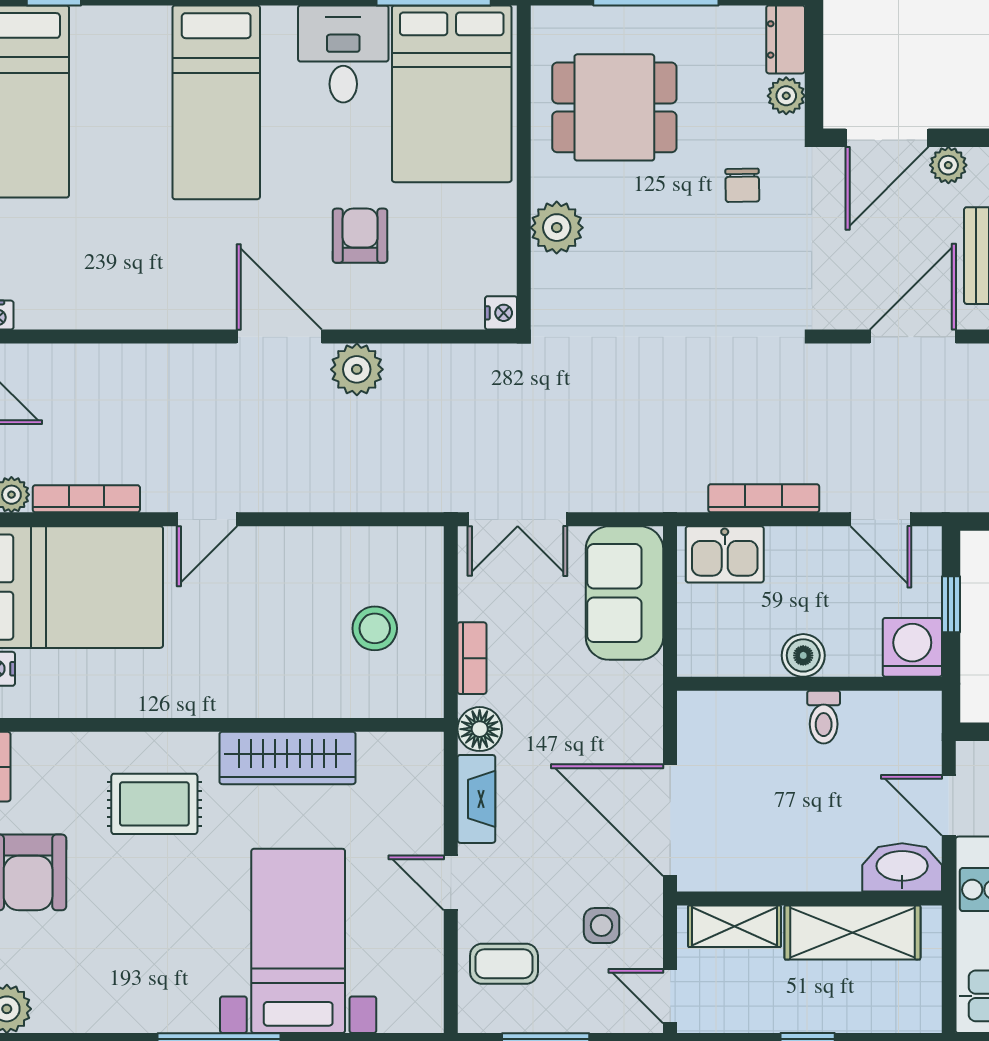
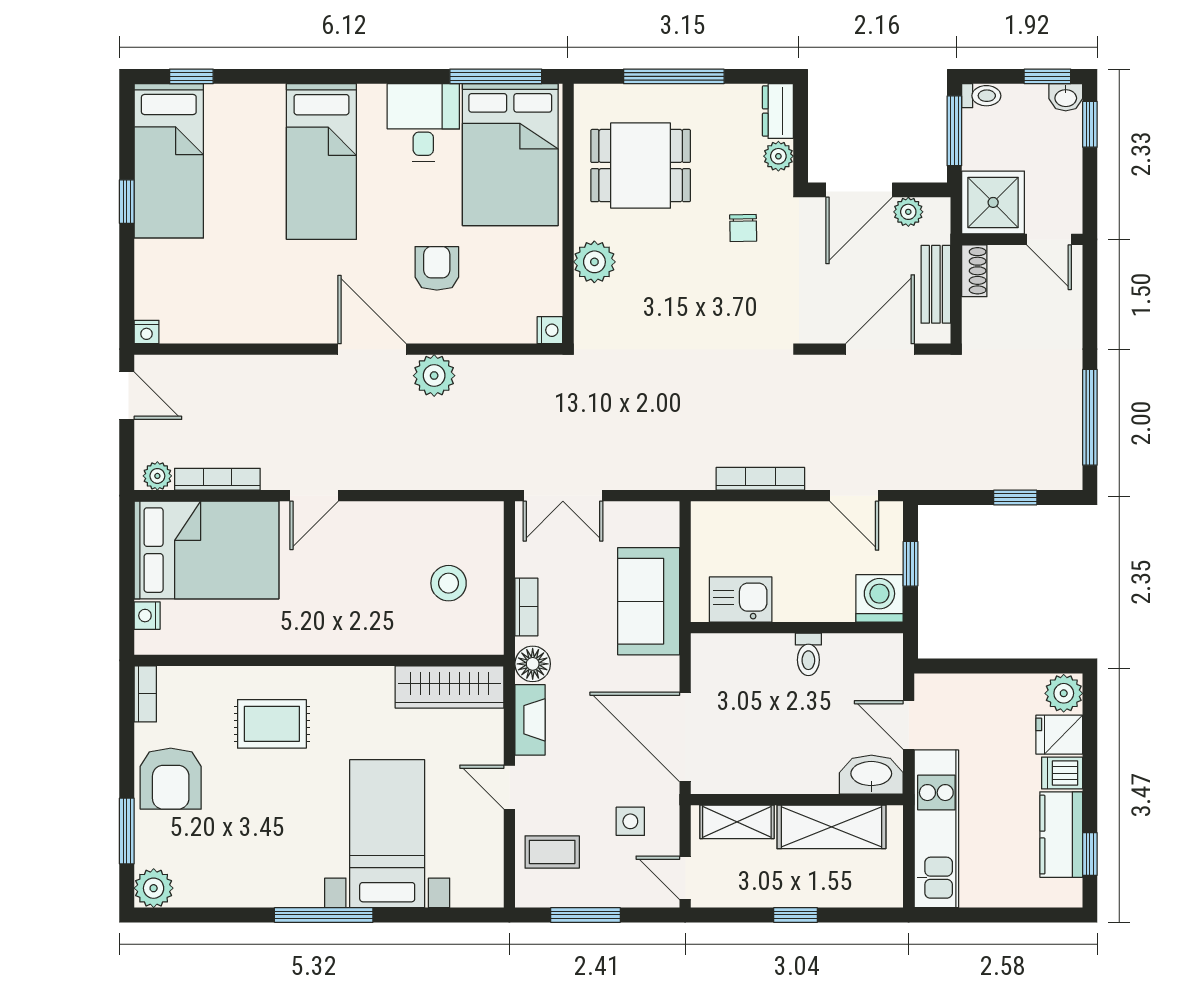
kitchen sink: (725, 554) -> (741, 599), moved, turned 180
sofa: (624, 593) -> (649, 601), moved
boiler: (803, 655) -> (792, 605), removed
wardrobe: (287, 758) -> (449, 687), moved

